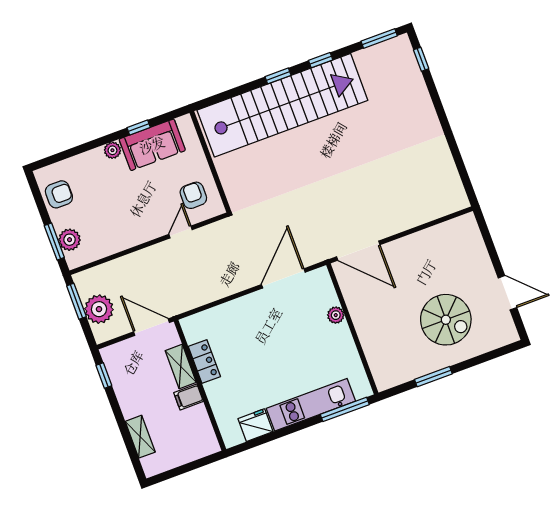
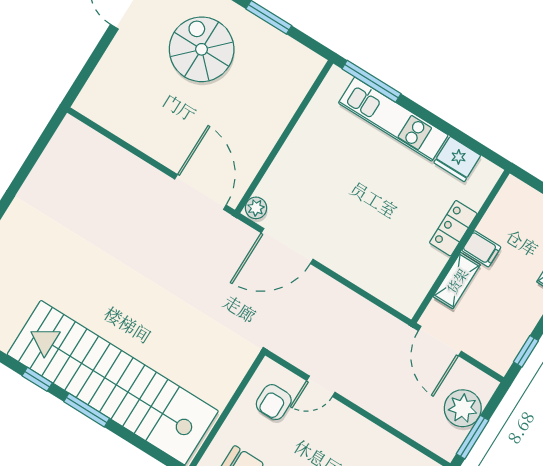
window: (278, 76) -> (87, 410), width x1.50
plant: (336, 315) -> (256, 208), moved
locker: (204, 362) -> (453, 228), moved

